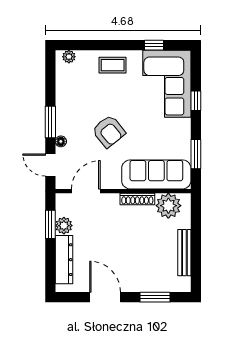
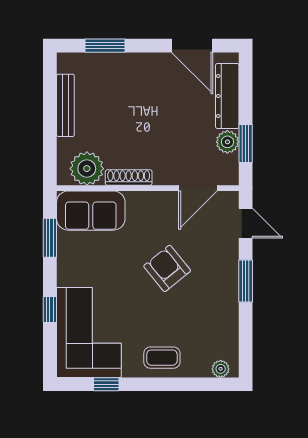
floor lamp: (61, 141) -> (231, 255), removed
sofa: (156, 174) -> (91, 211), width x0.73
door: (105, 297) -> (192, 46), moved

